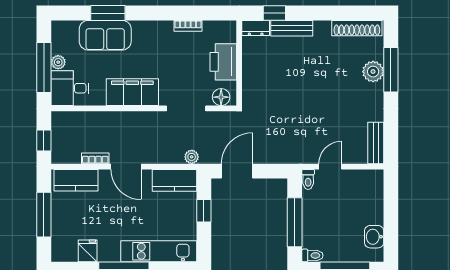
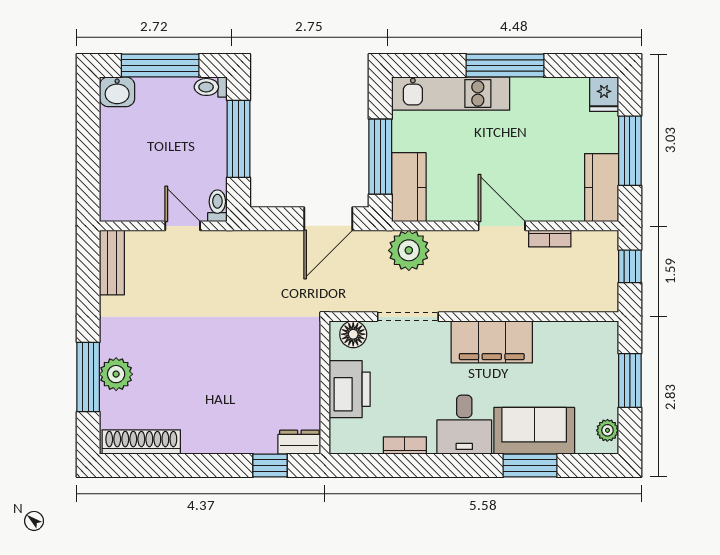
bench: (292, 28) -> (243, 442), removed
plant: (58, 62) -> (607, 430), moved
window: (44, 67) -> (630, 381), width x0.69
desk: (70, 88) -> (464, 425), moved, turned 90
plant: (192, 157) -> (409, 250), width x1.88, depth x1.88
door: (330, 167) -> (183, 226), swing flipped
kitchen counter: (76, 180) -> (602, 188), moved, turned -90
kitchen counter: (174, 180) -> (409, 187), moved, turned 90
window: (204, 211) -> (380, 157), width x2.17
washbasin: (374, 237) -> (117, 92), moved, turned 90
fridge: (88, 251) -> (604, 94), moved

